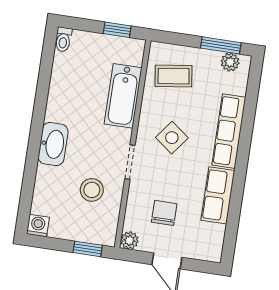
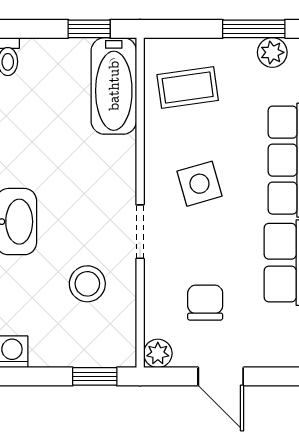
bathtub: (123, 96) -> (114, 86), moved
side table: (172, 138) -> (199, 184), turned 37

